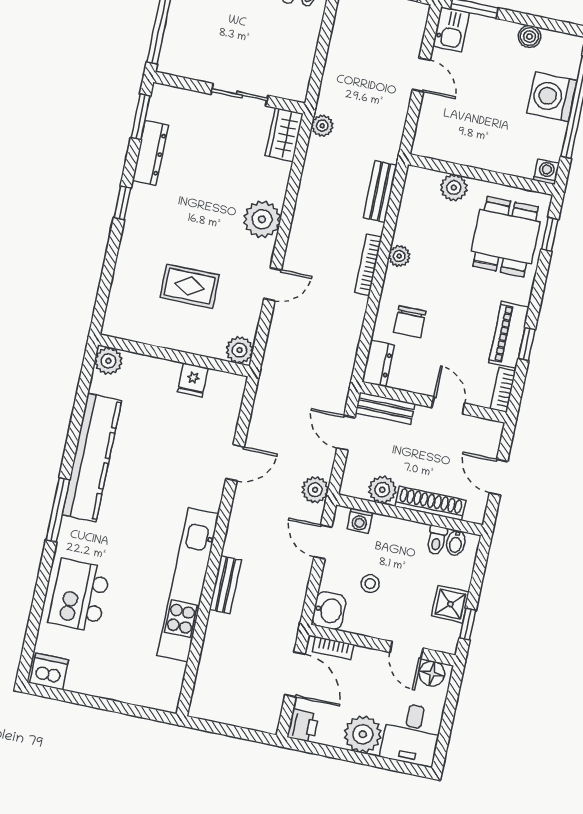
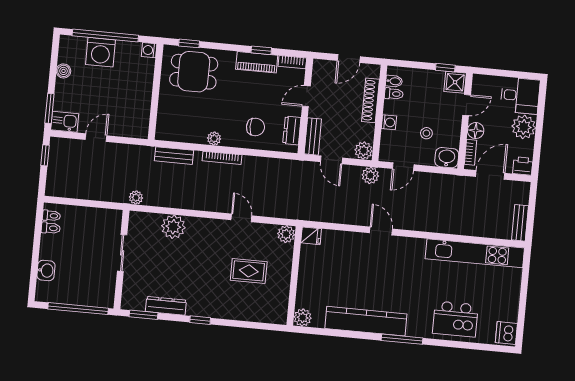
wardrobe: (284, 135) -> (144, 221), removed
plant: (454, 188) -> (166, 109), removed
plant: (262, 219) -> (173, 227), moved
rug: (190, 286) -> (249, 271), turned 90
dresser: (378, 363) -> (292, 131), moved, turned -90
fridge: (193, 380) -> (311, 236), moved
door: (346, 433) -> (331, 160), hinge flipped
door: (235, 463) -> (381, 231), moved
plant: (382, 490) -> (364, 151), moved
washing machine: (360, 521) -> (389, 122), moved
kitchen unit: (188, 585) -> (475, 253), moved
bench: (225, 585) -> (520, 223), moved, turned 90
shower: (450, 604) -> (455, 82), moved
floor lamp: (432, 674) -> (476, 131), moved

